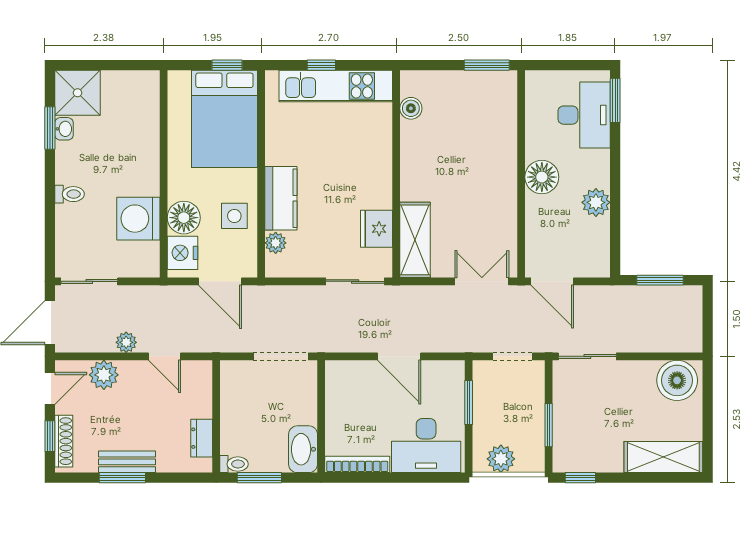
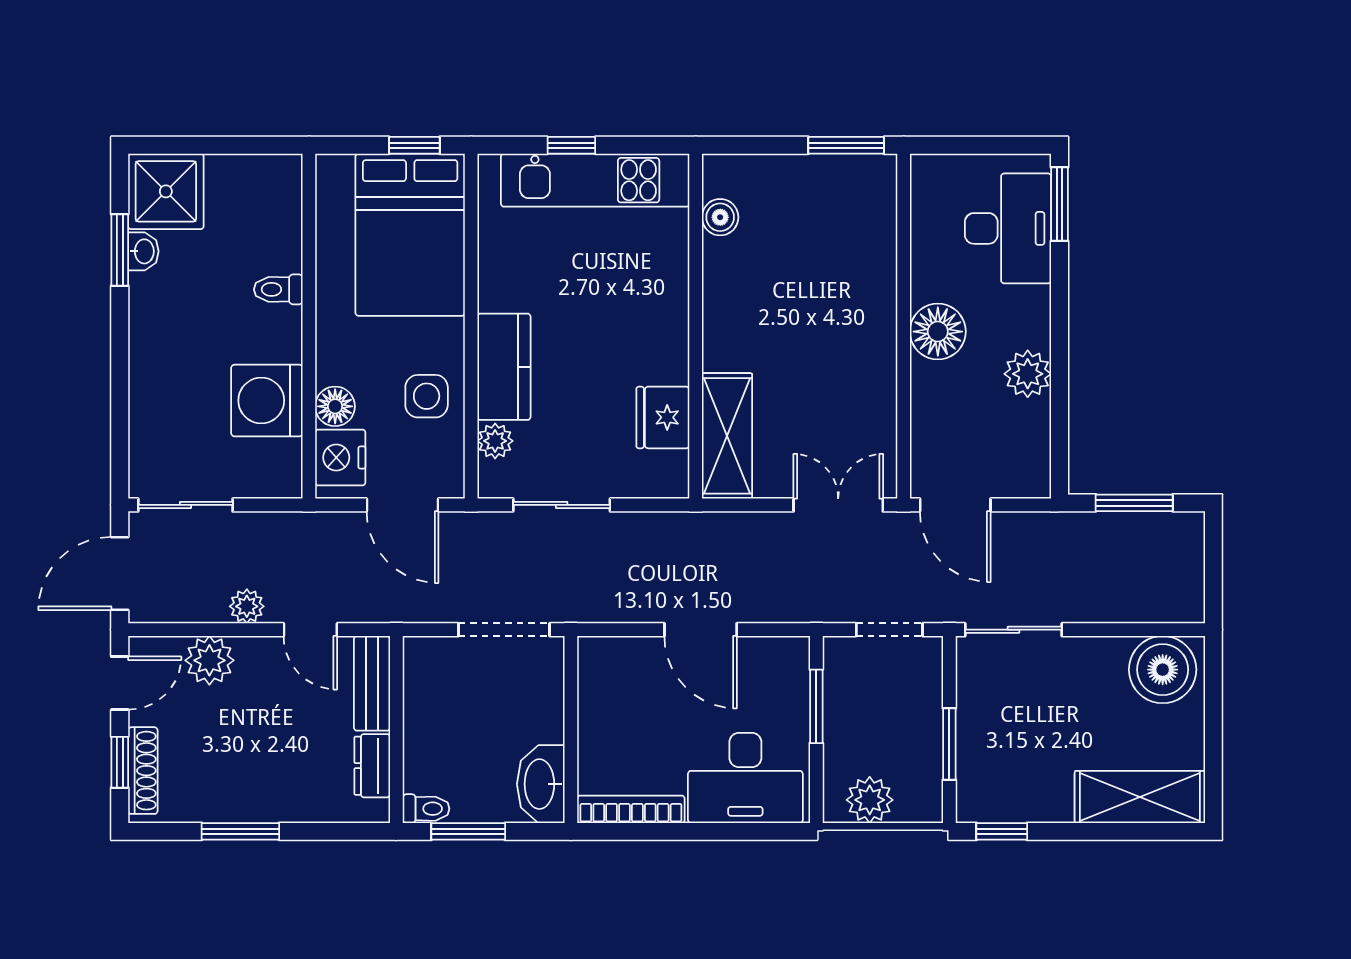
toilet: (70, 194) -> (278, 289), moved, turned 180
floor lamp: (184, 218) -> (335, 406), width x0.73, depth x0.73
sliding door: (355, 281) -> (562, 505), moved
bench: (127, 462) -> (372, 683), moved, turned 90

